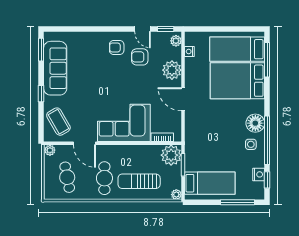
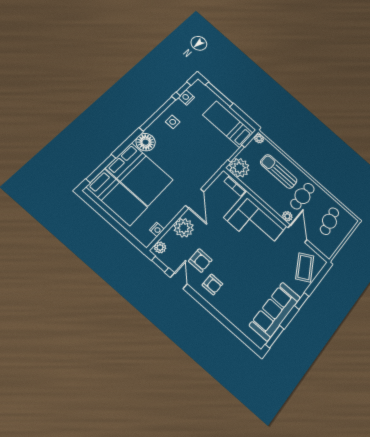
floor lamp: (255, 123) -> (146, 142), moved
plant: (50, 150) -> (287, 216), moved
sun lounger: (139, 181) -> (279, 171), turned 180

